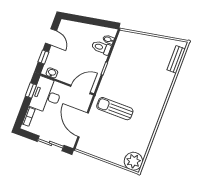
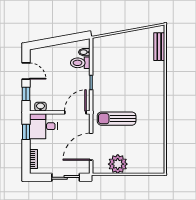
desk: (46, 95) -> (43, 126), width x0.73
door: (83, 125) -> (91, 147), hinge flipped
plant: (133, 161) -> (118, 164), moved

